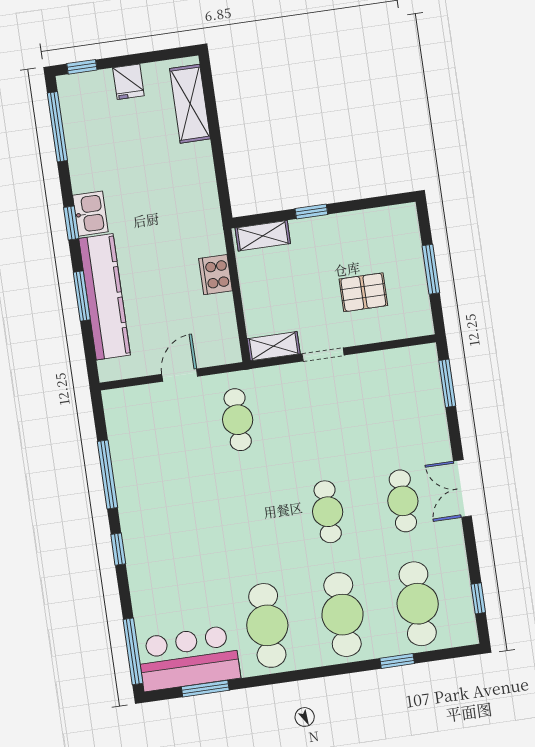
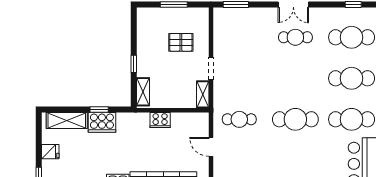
window: (219, 160) -> (99, 109), added
cooker: (196, 169) -> (102, 122), added
pallet: (363, 292) -> (181, 42), turned 90
cafe table: (328, 512) -> (295, 119), moved, width x1.37, depth x1.35

